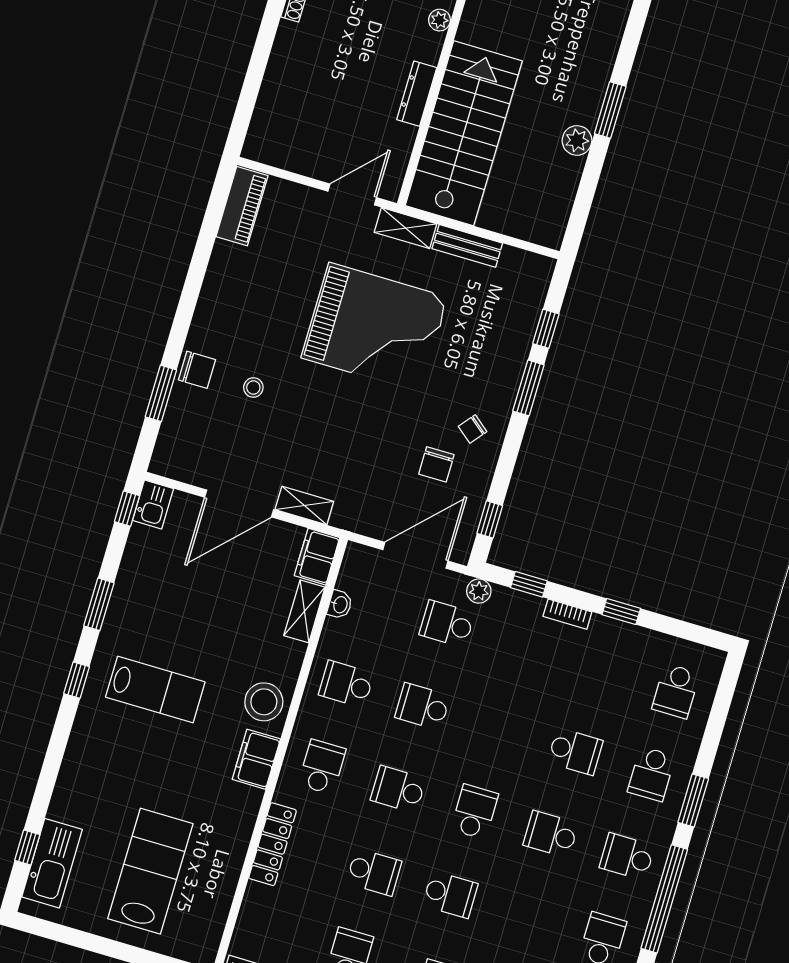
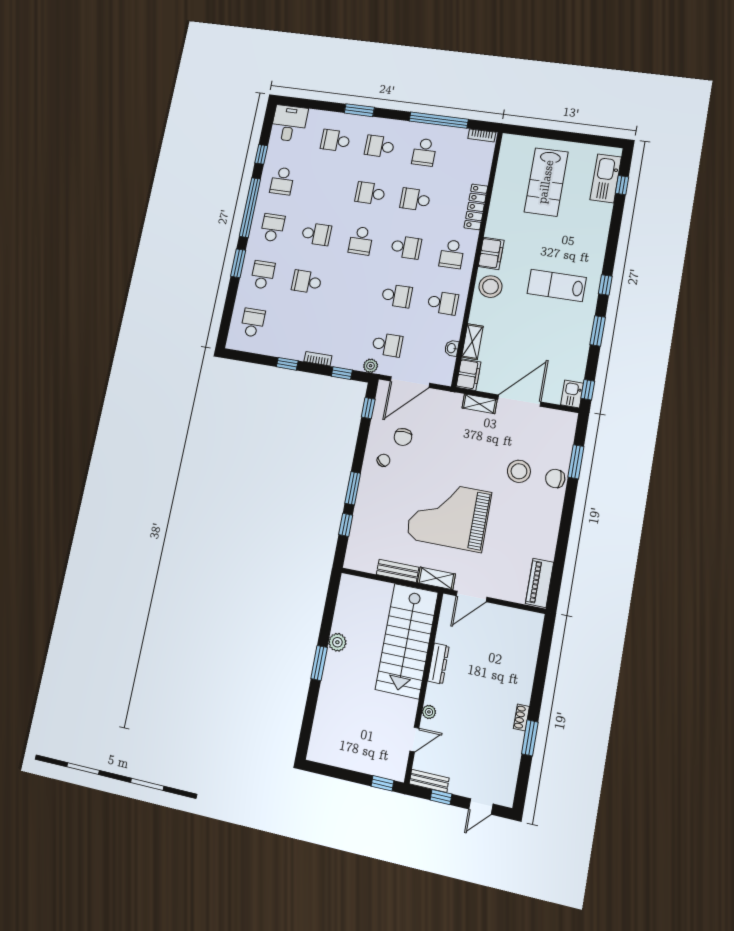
stool: (253, 388) -> (519, 471), width x1.89, depth x1.89
chair: (436, 464) -> (403, 437), turned 180
school desk: (627, 857) -> (272, 228), turned -90

